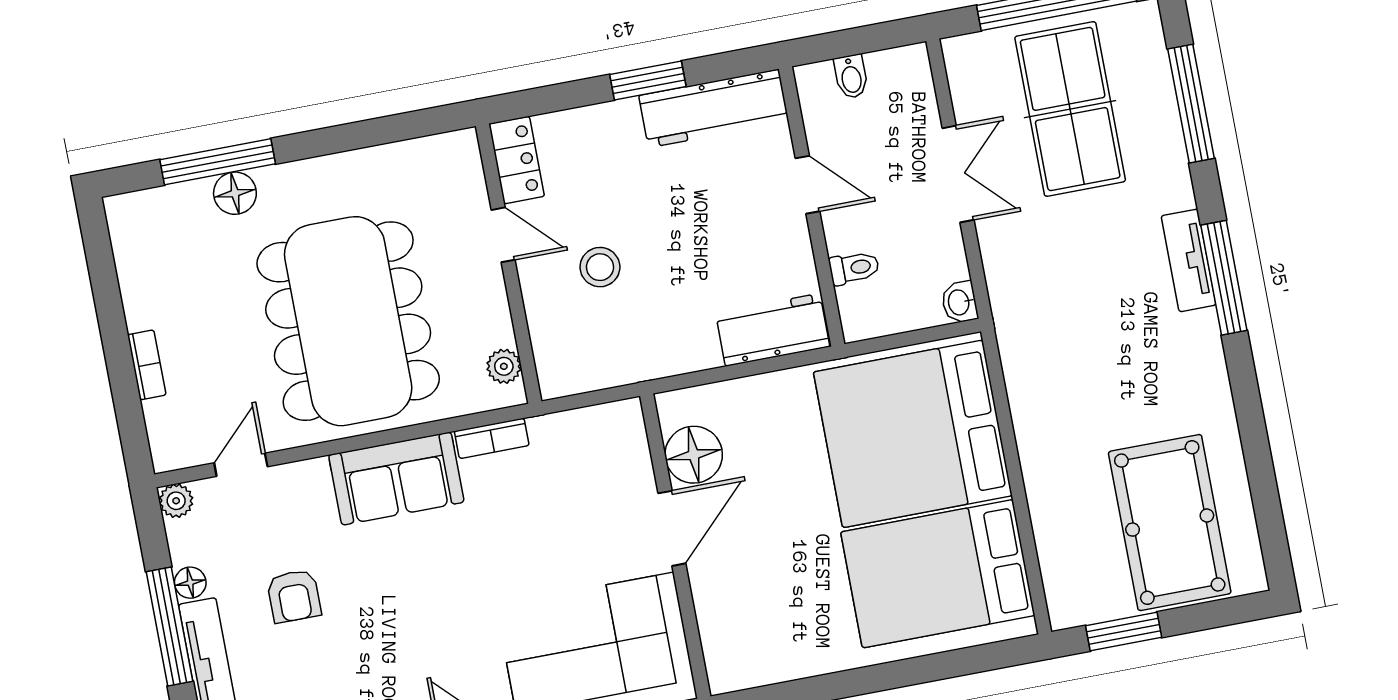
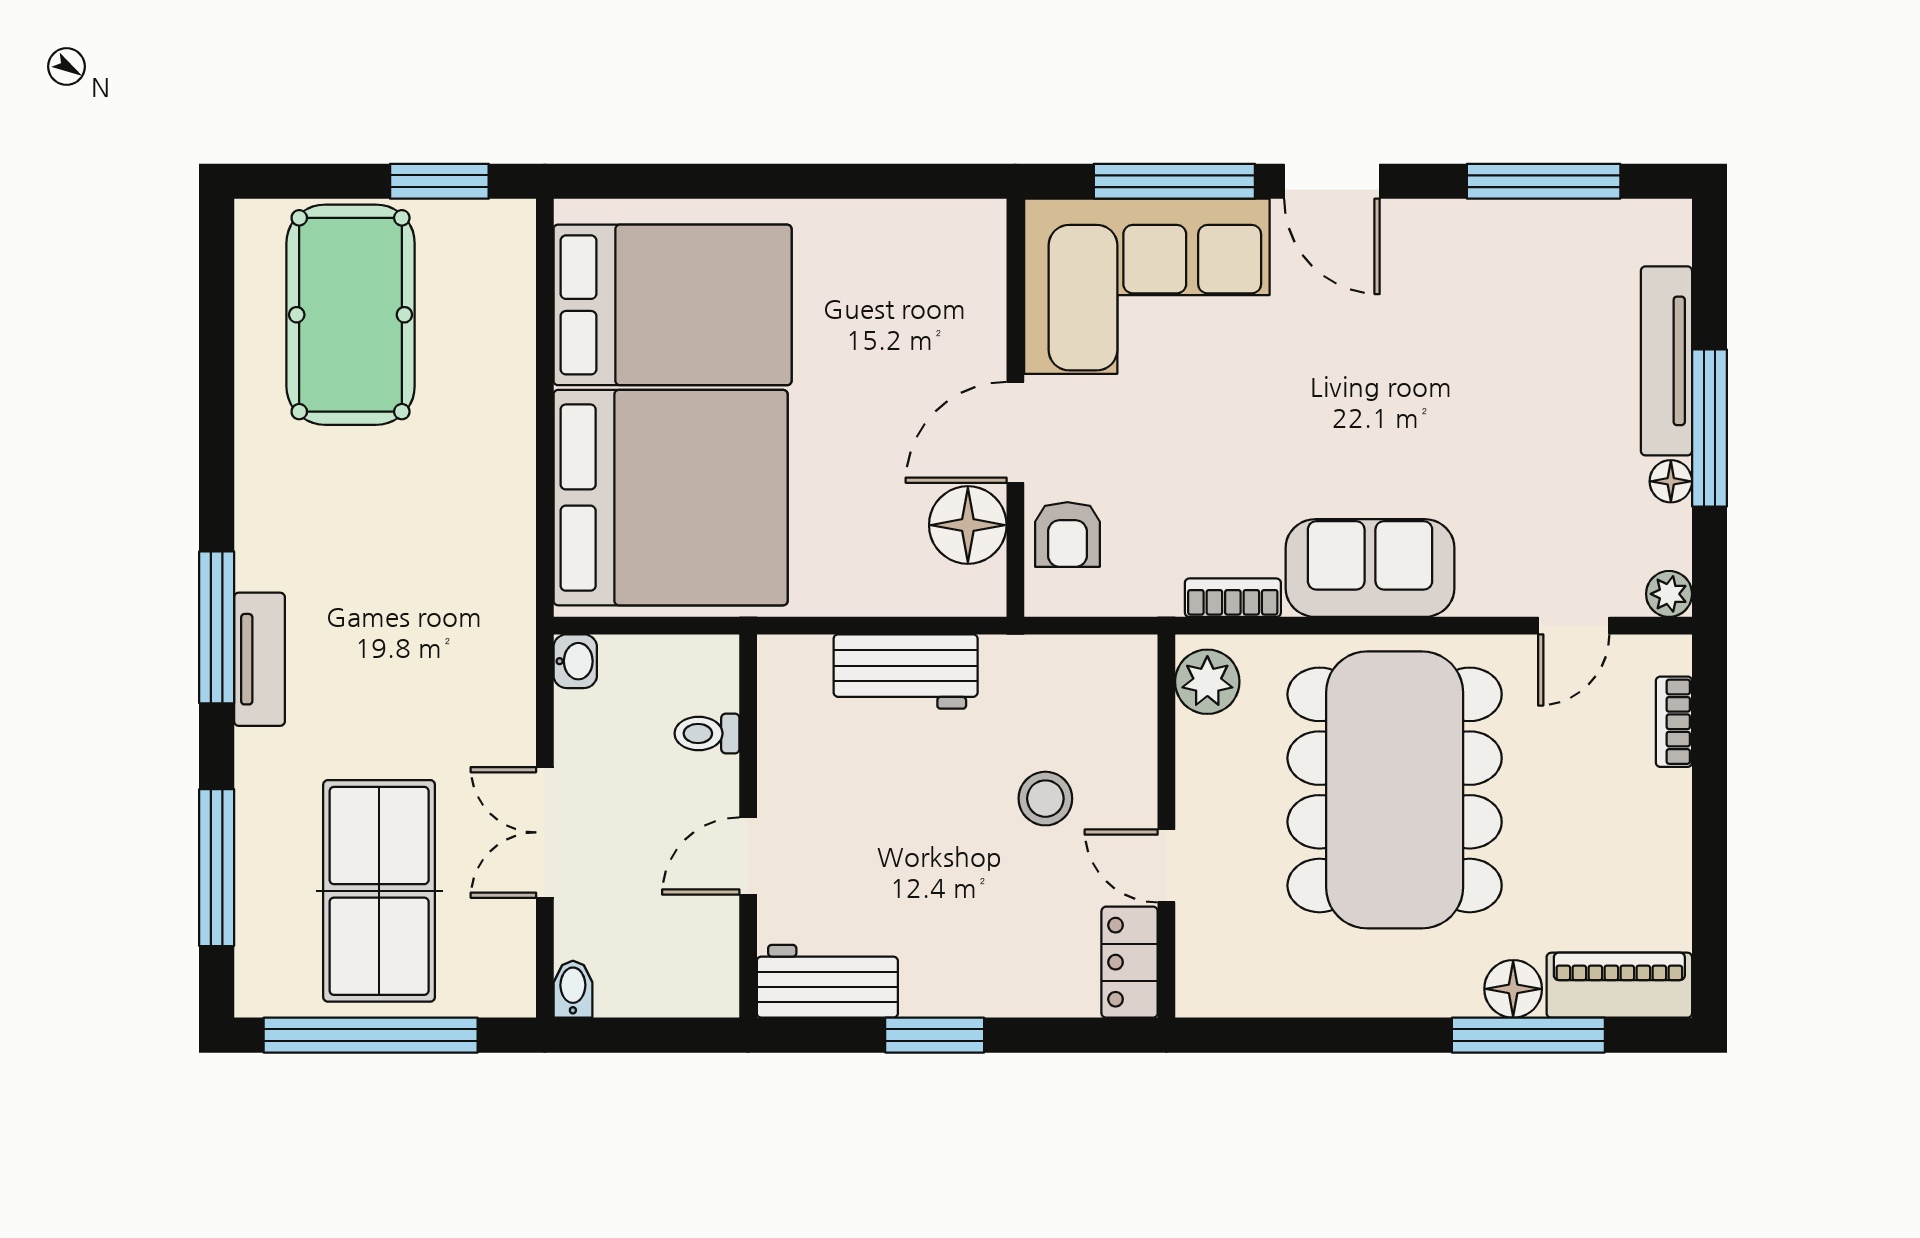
bidet: (851, 77) -> (573, 989), moved
workbench: (714, 108) -> (827, 981), width x0.73
door: (808, 185) -> (748, 856), hinge flipped
piano: (159, 210) -> (1619, 985), added
workbench: (773, 330) -> (906, 672), moved
bookcase: (147, 365) -> (1674, 722), moved
plant: (504, 366) -> (1207, 682), width x1.38, depth x1.38
armchair: (294, 596) -> (1067, 534), moved, turned 180

